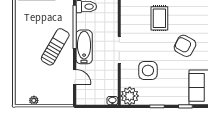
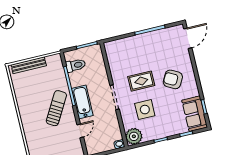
rug: (159, 18) -> (141, 81), moved, turned 90
door: (75, 77) -> (80, 131), hinge flipped

